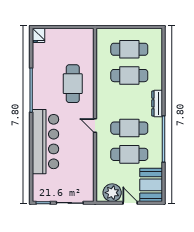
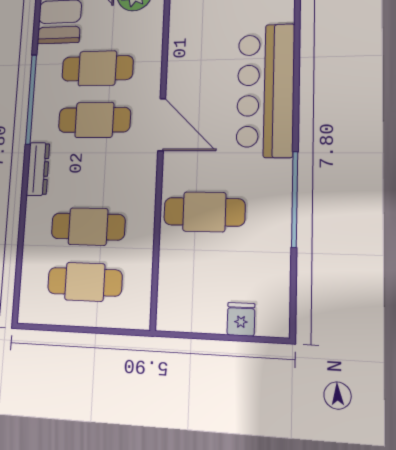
fridge: (38, 35) -> (241, 319), moved
cafe table: (73, 84) -> (204, 212), turned 90
door: (95, 125) -> (162, 125), width x1.88

